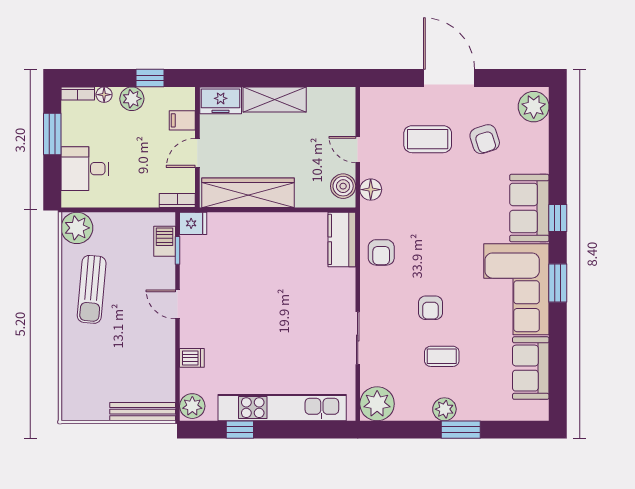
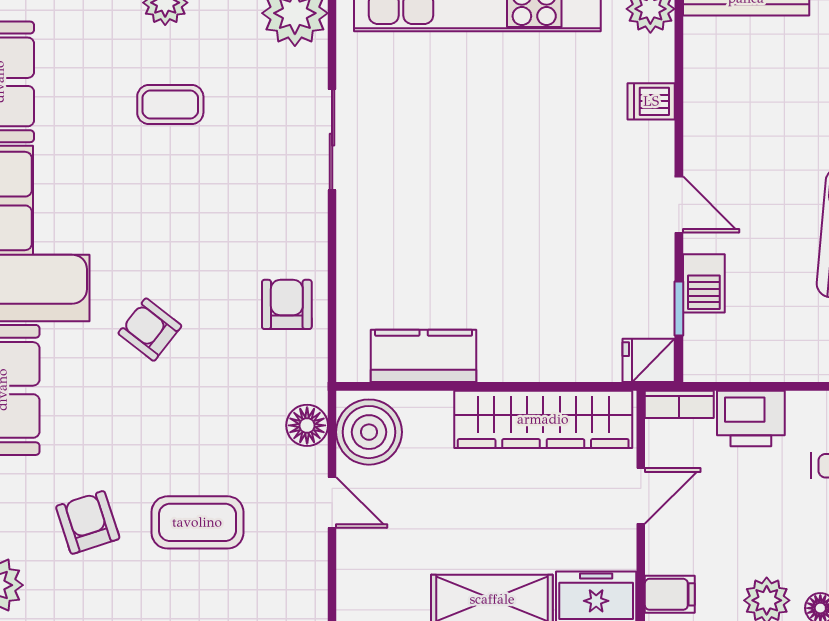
filing cabinet: (182, 120) -> (670, 594), moved
boiler: (343, 186) -> (369, 432), width x1.37, depth x1.37
printer: (140, 193) -> (751, 419), added
kitchen counter: (342, 239) -> (424, 356), moved, turned -90
barbecue: (165, 241) -> (704, 283), moved
armchair: (431, 308) -> (150, 330), moved, turned -52

